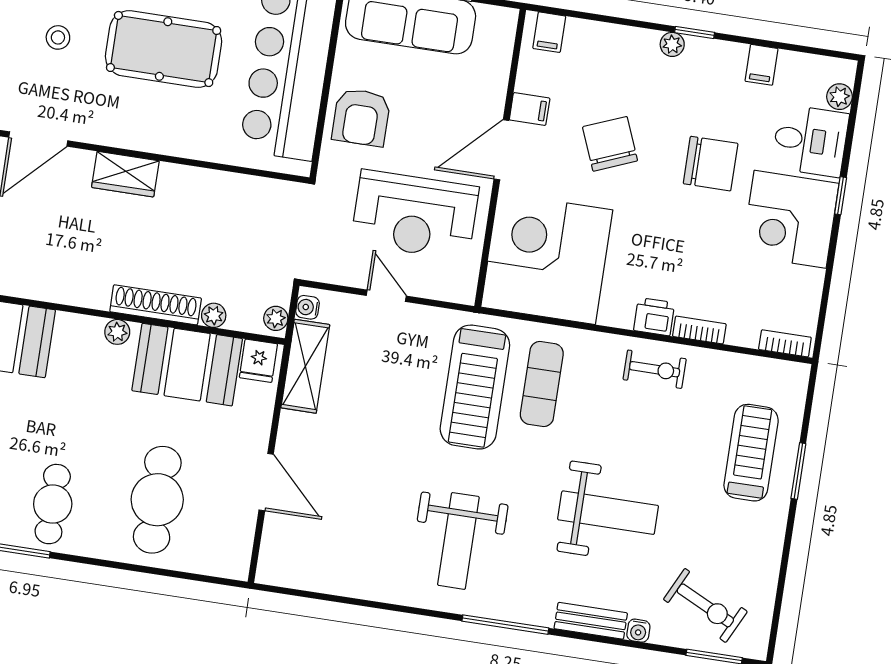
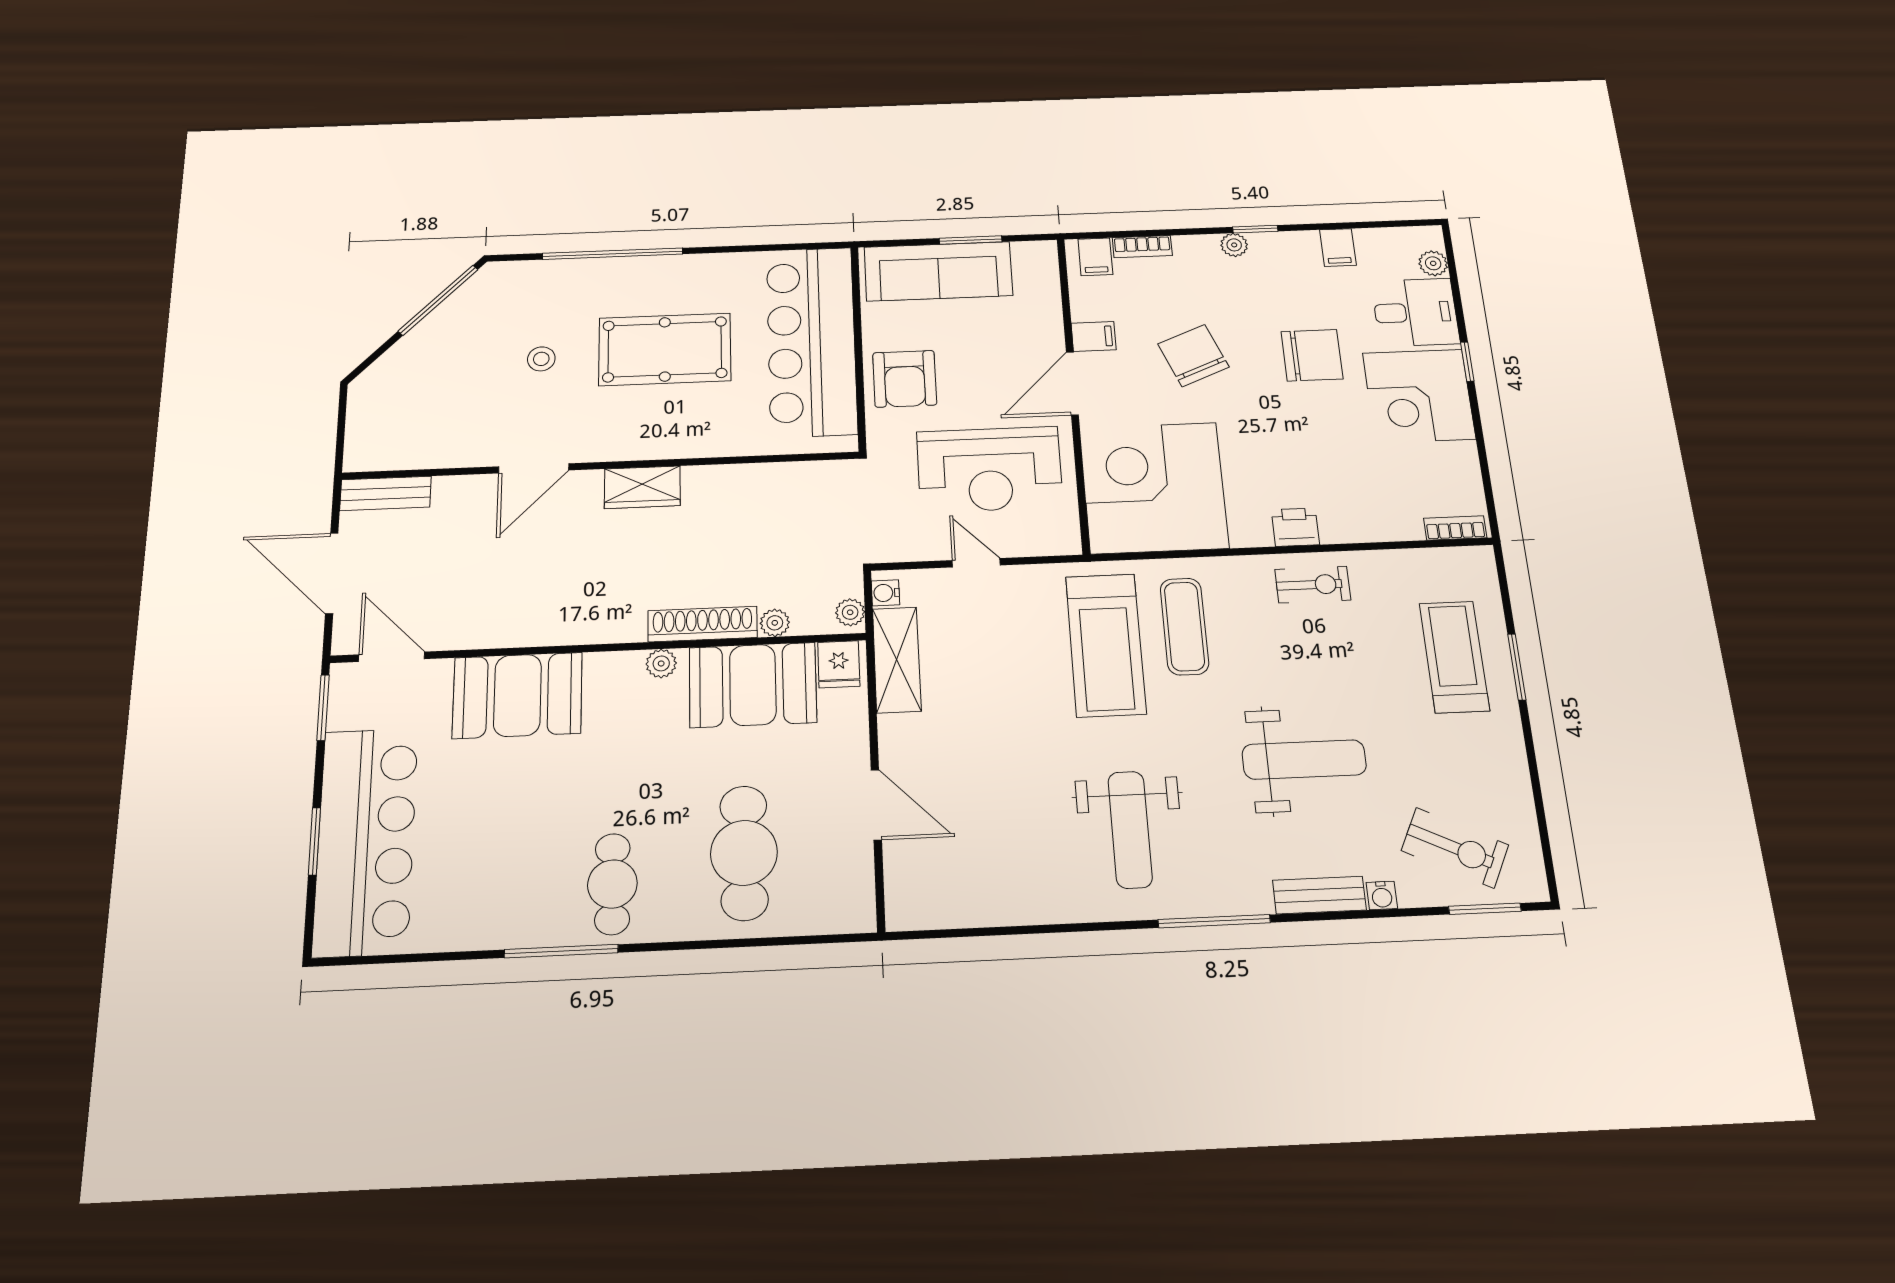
bookcase: (699, 330) -> (1142, 247), moved, turned 180

